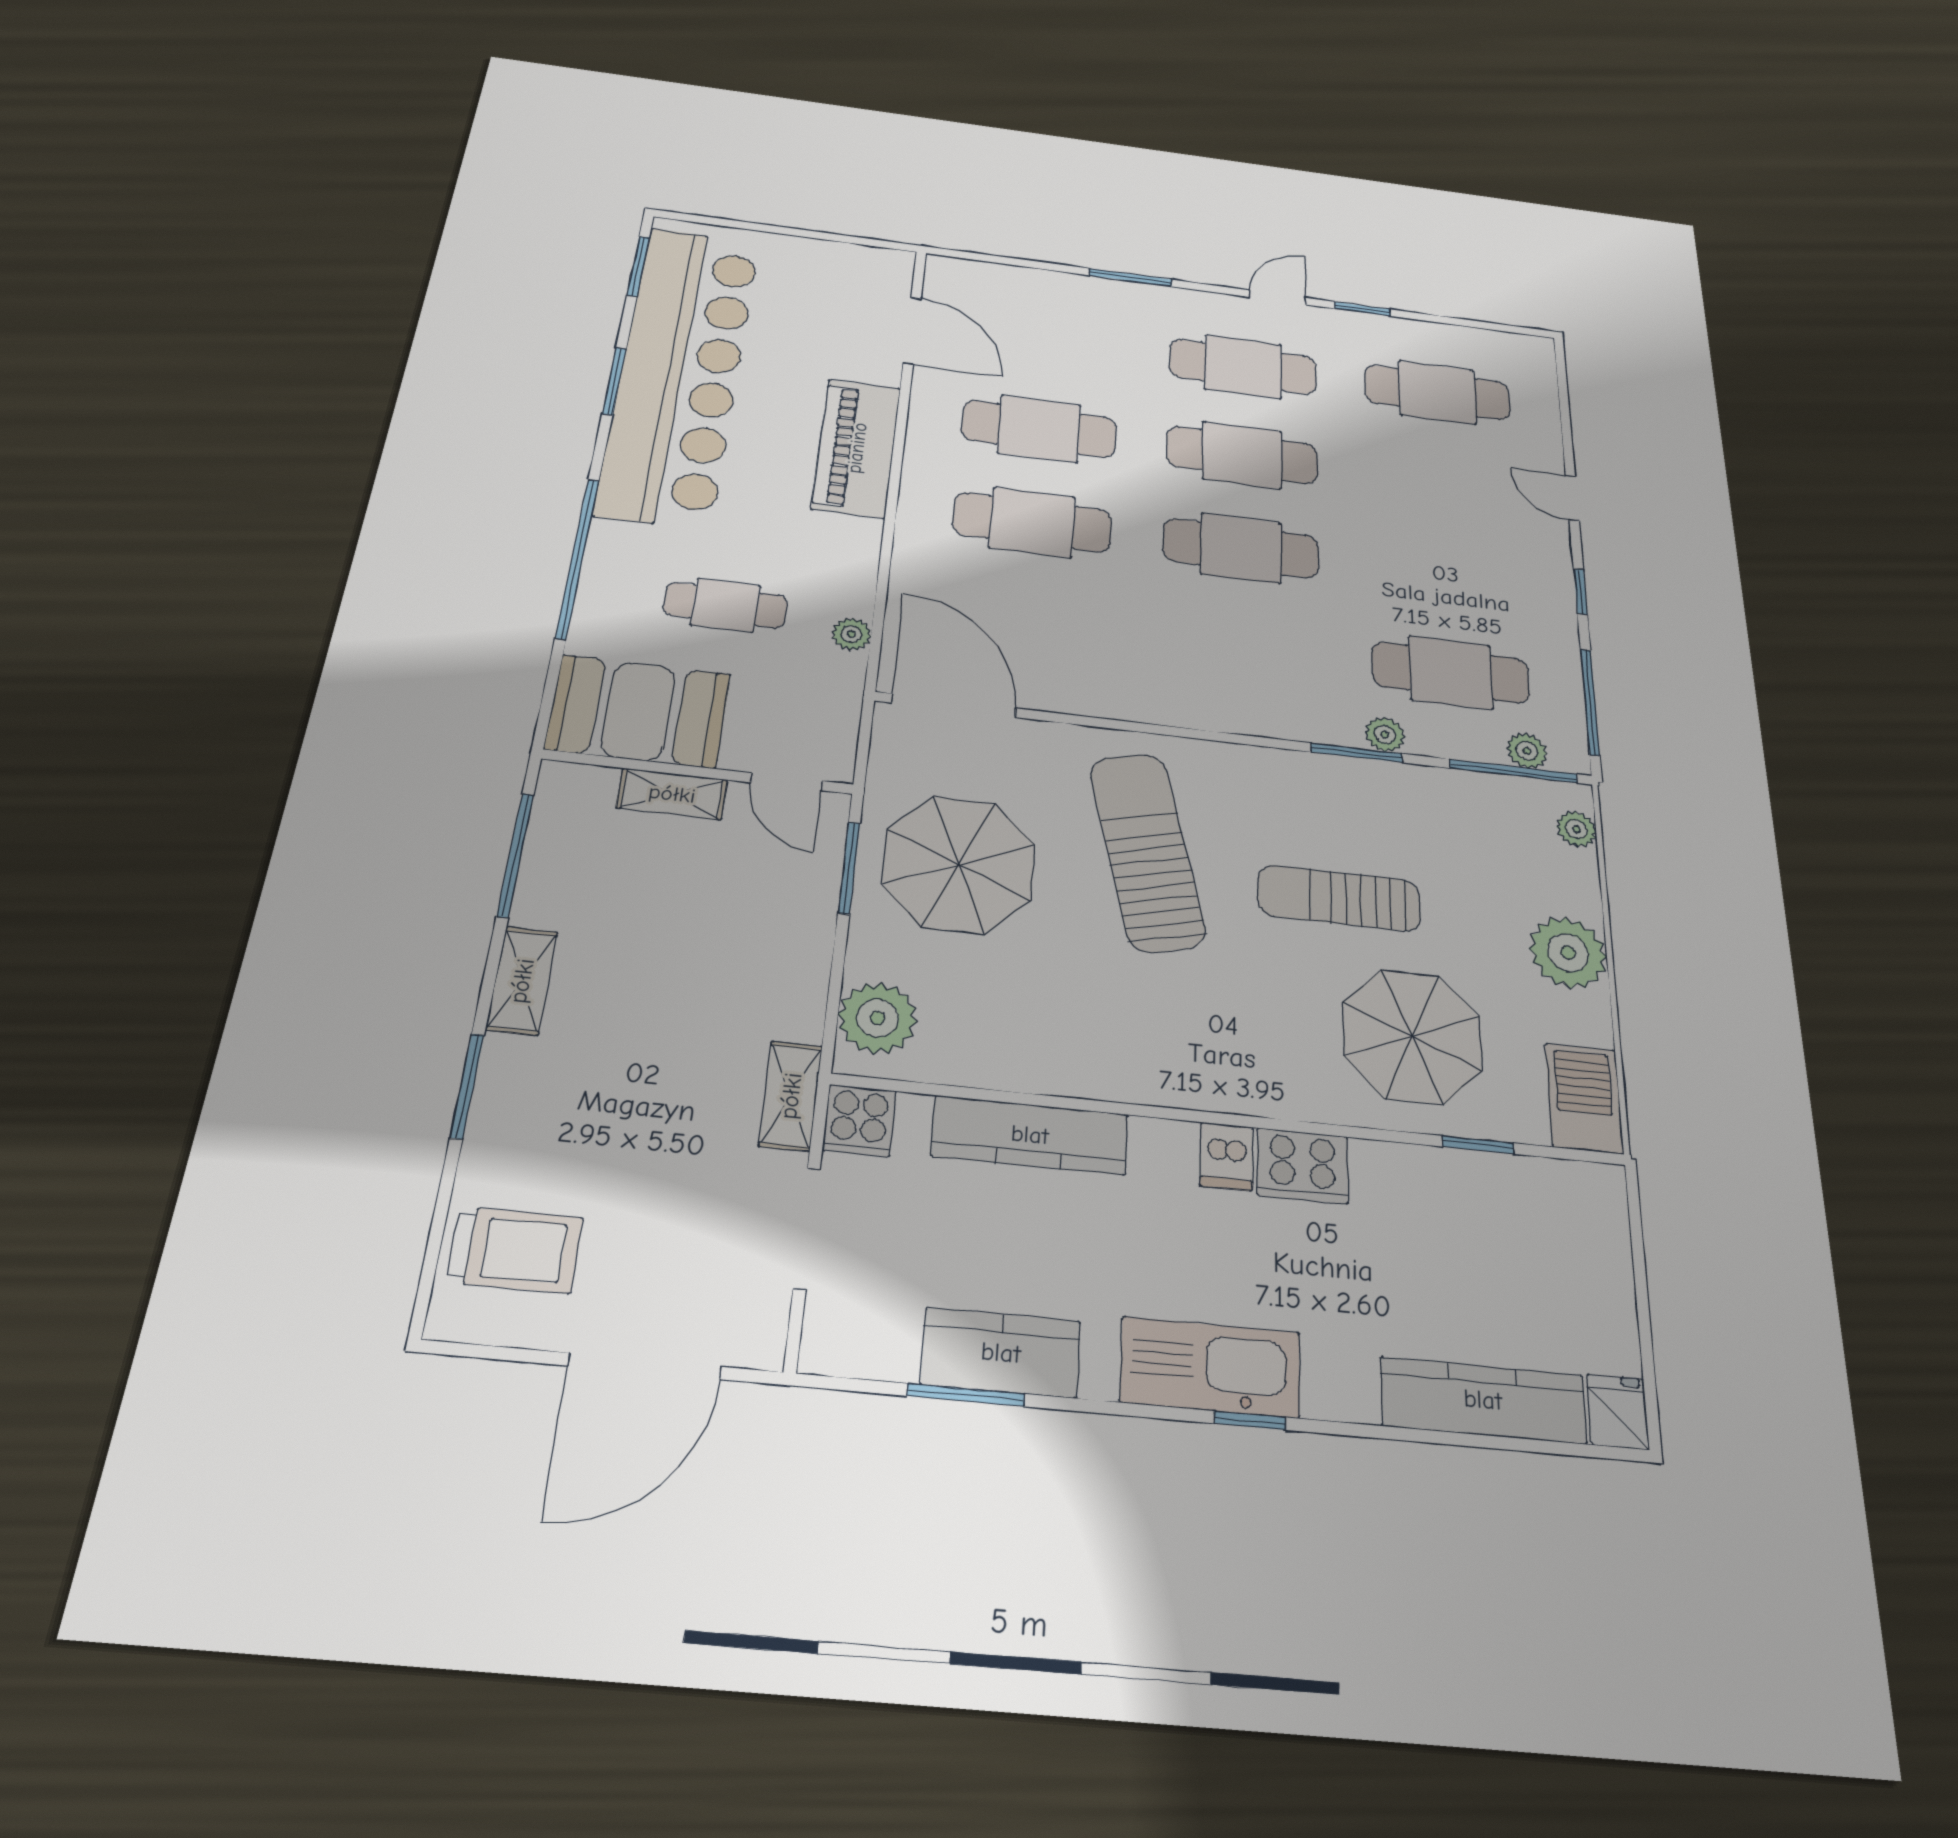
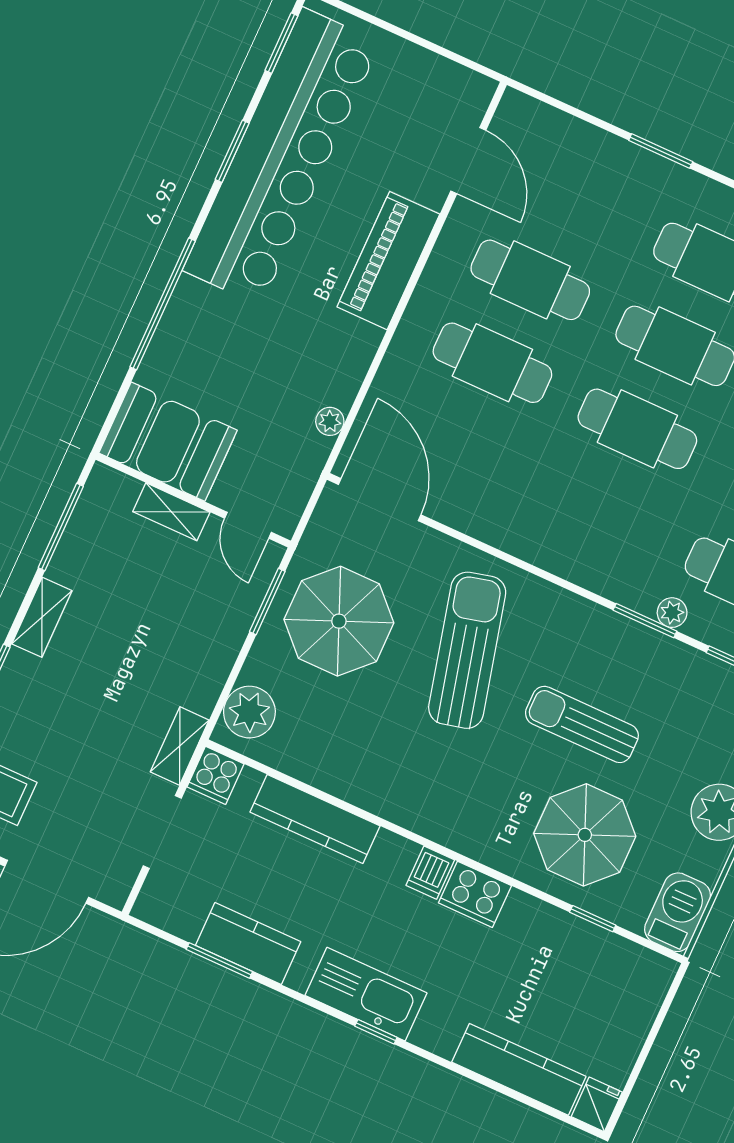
cafe table: (725, 605) -> (251, 372), removed

